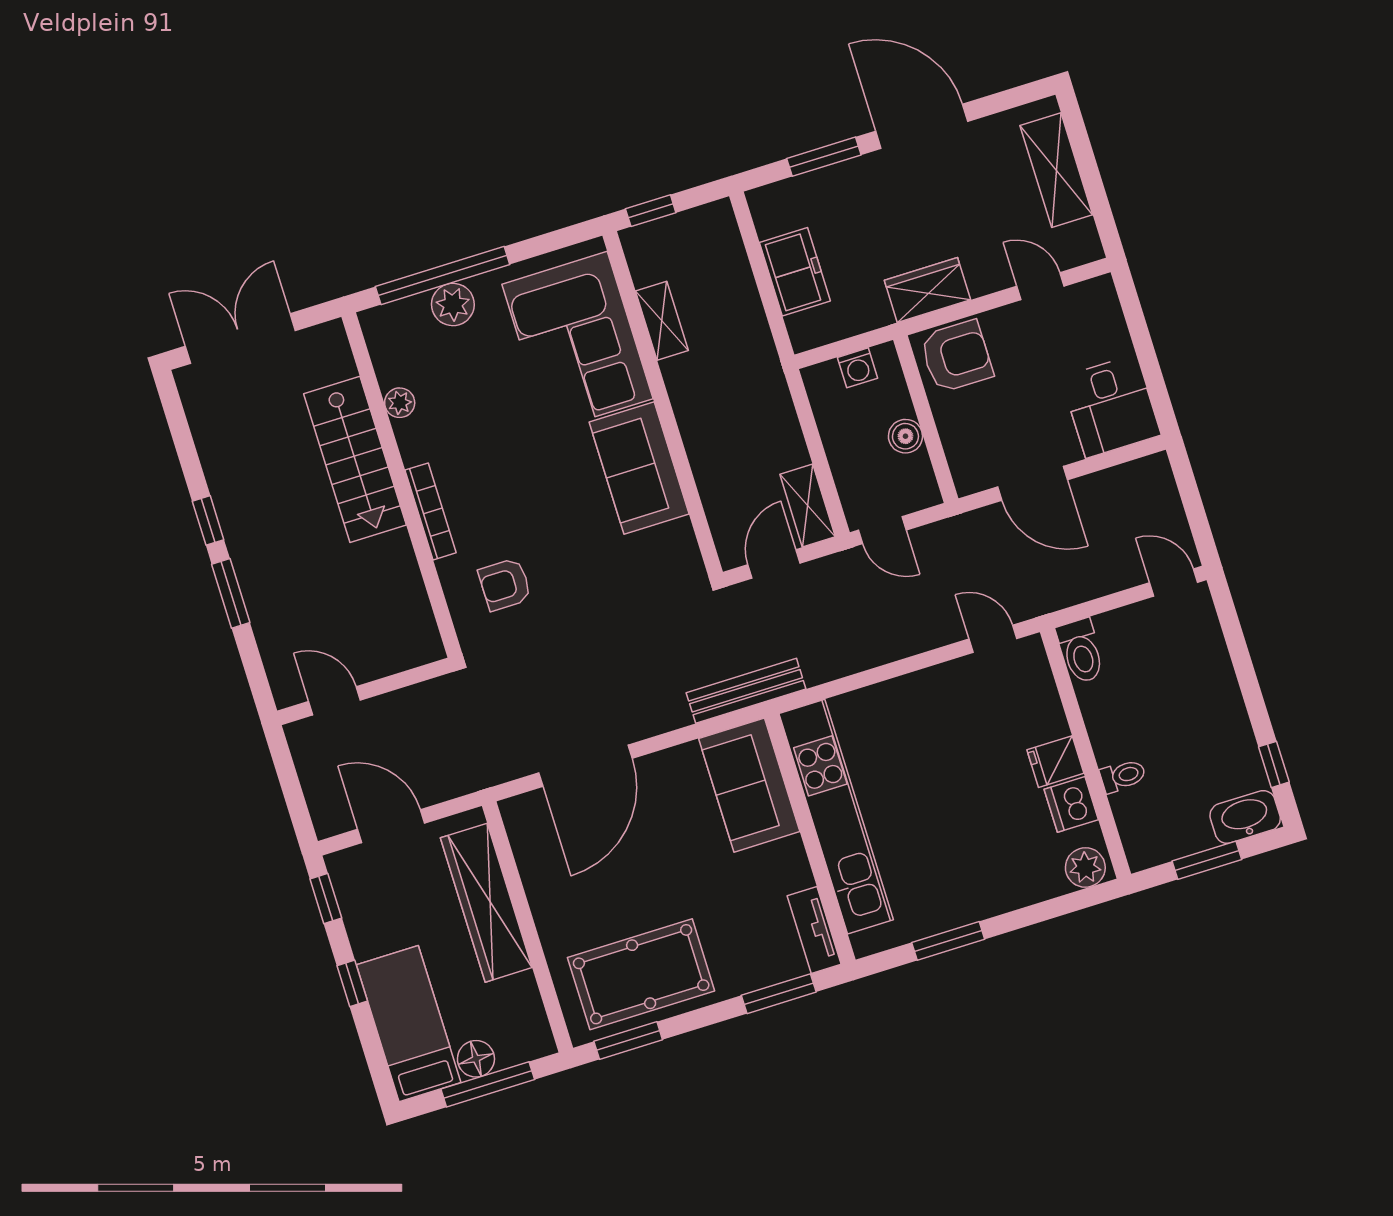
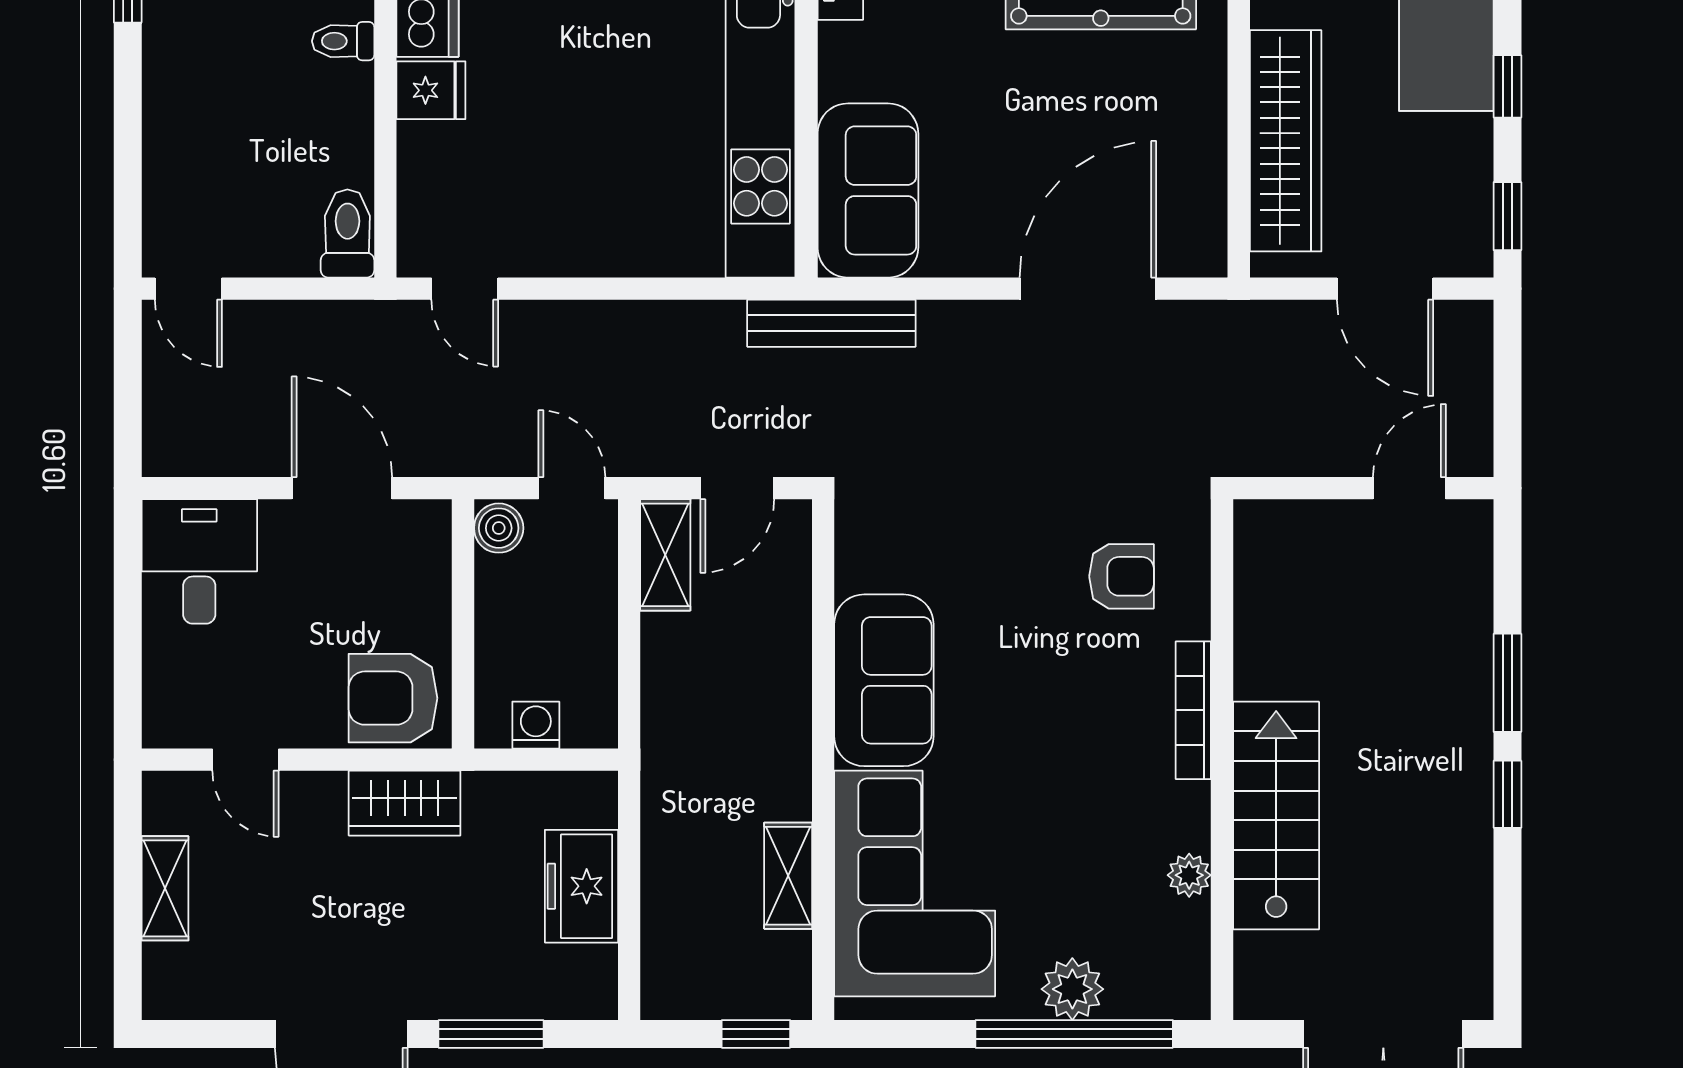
shelving: (1056, 170) -> (165, 888), width x0.67, depth x0.75
boiler: (905, 436) -> (499, 528), moved
door: (335, 701) -> (1409, 488), swing flipped

